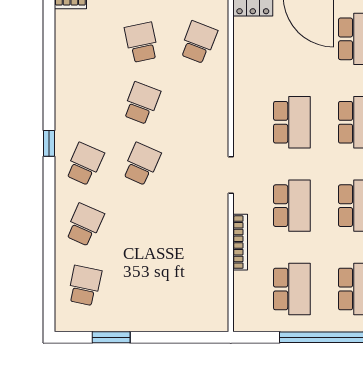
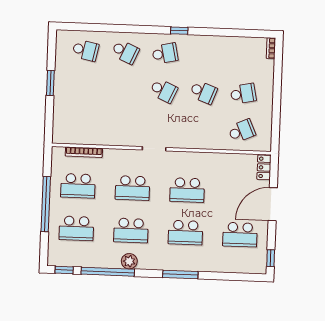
school desk: (198, 42) -> (242, 131), turned -45
school desk: (85, 164) -> (165, 53), turned -36
bookcase: (240, 242) -> (84, 152), moved
window: (111, 337) -> (50, 83), moved

